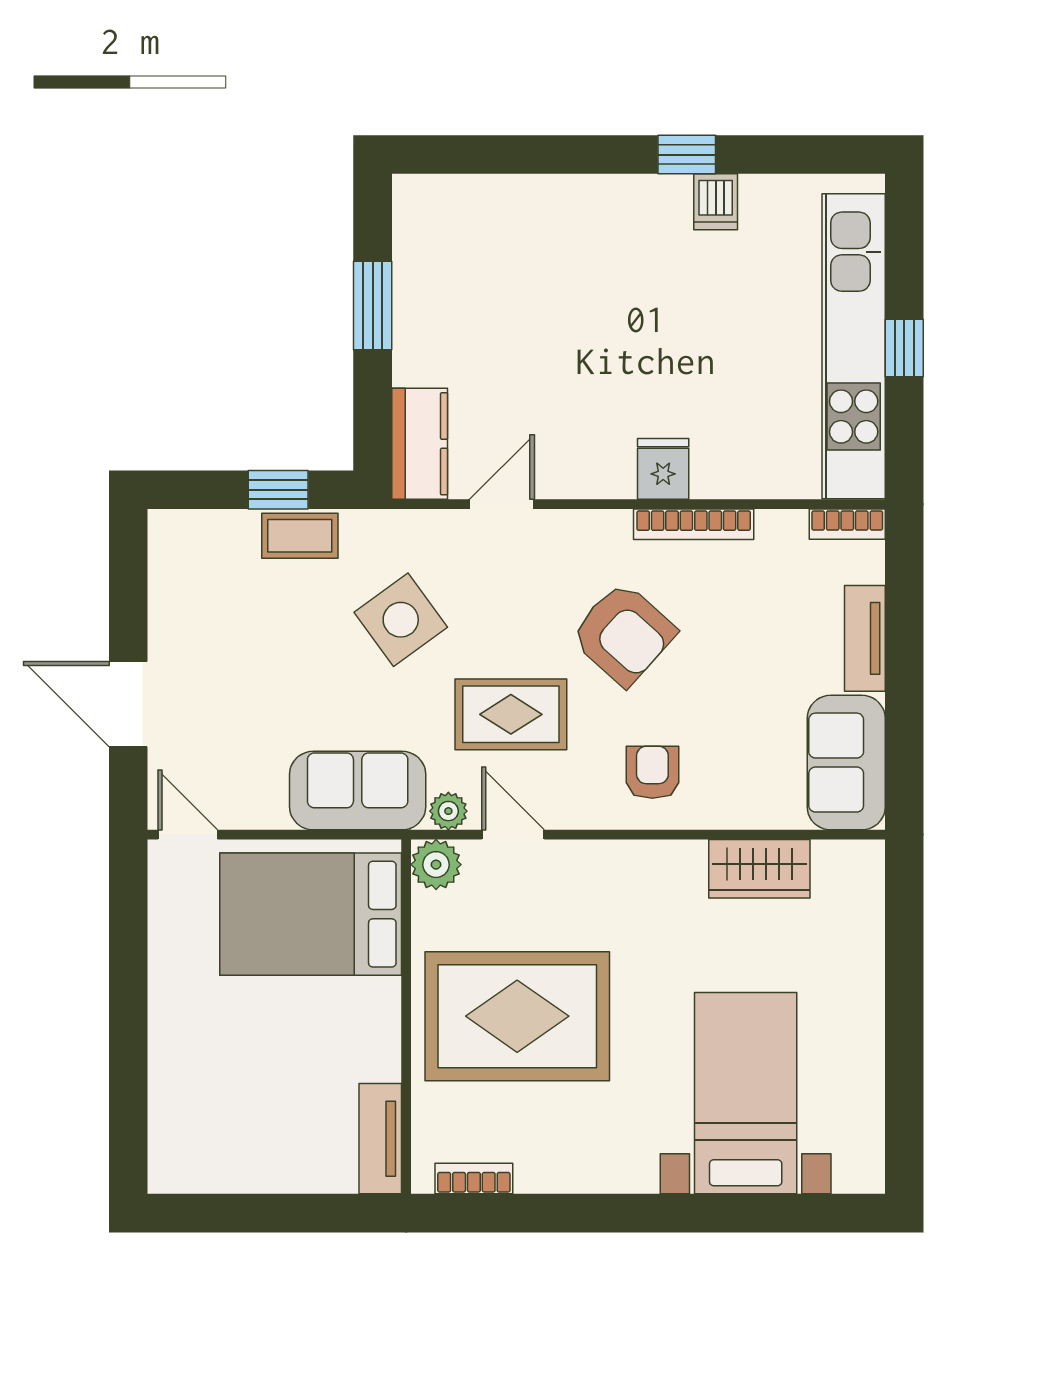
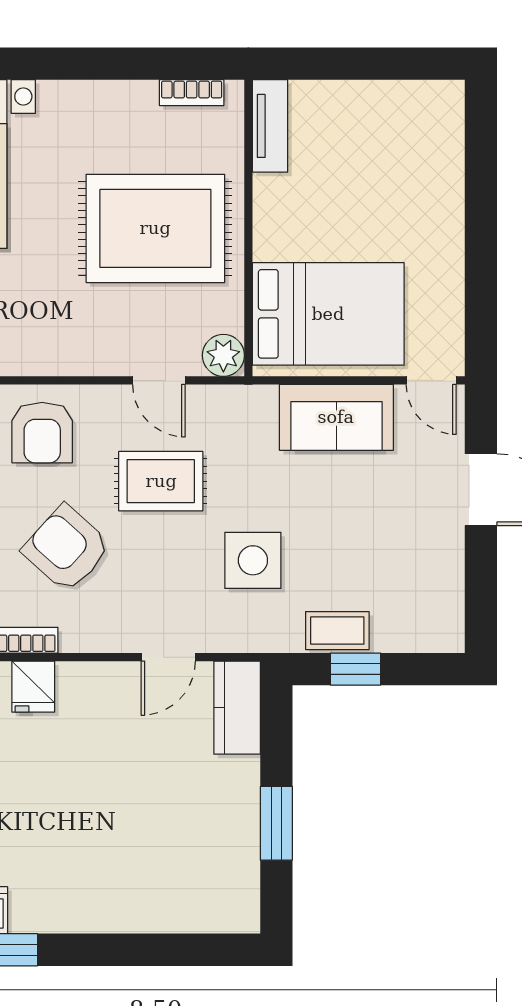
side table: (401, 620) -> (253, 560), turned 36
armchair: (652, 772) -> (42, 433), width x1.38, depth x1.38
sofa: (358, 791) -> (336, 417), moved
plant: (448, 811) -> (213, 400), removed

